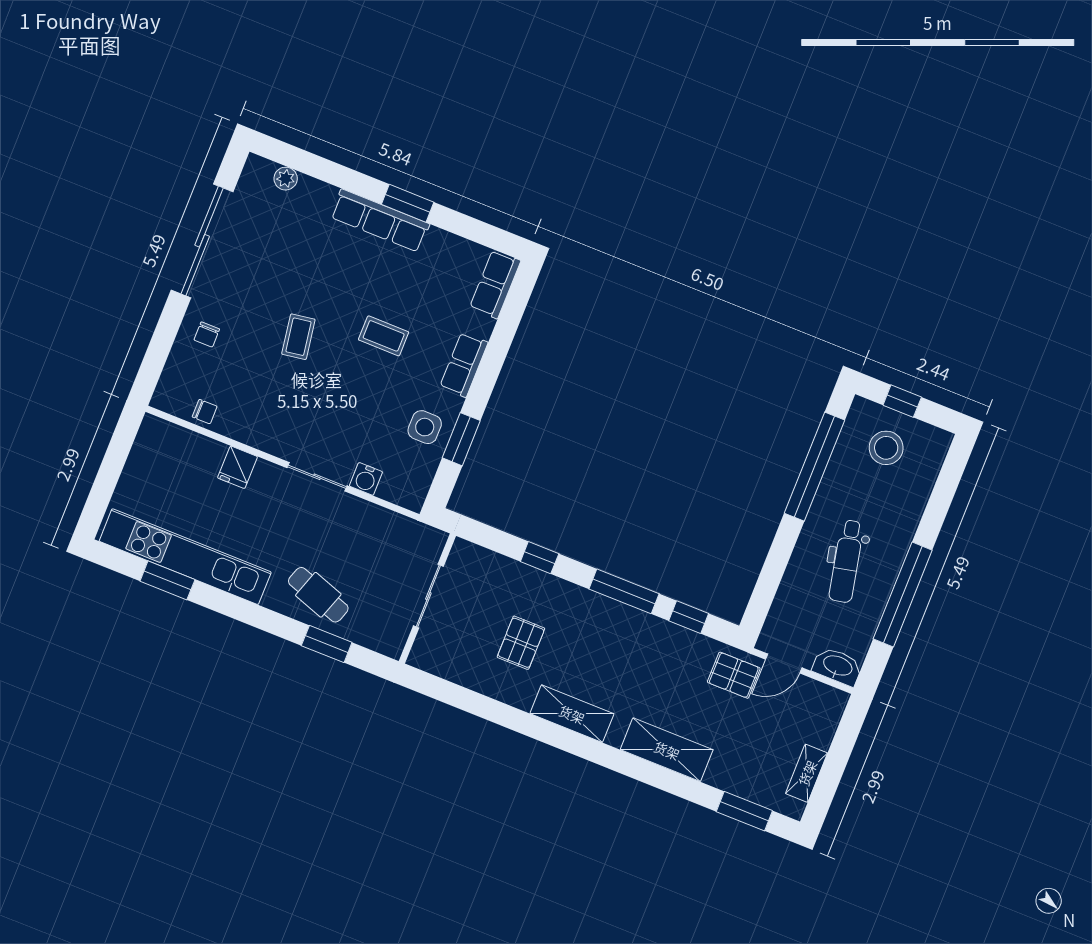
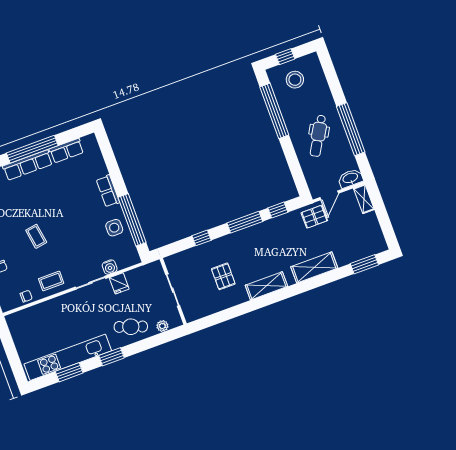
window: (408, 203) -> (32, 149), width x2.11
row of seats: (495, 284) -> (66, 151), moved, turned -90
coffee table: (384, 336) -> (51, 281), moved
window: (461, 439) -> (132, 220), width x2.11
fridge: (238, 467) -> (119, 283), moved
dental chair: (846, 561) -> (318, 136), turned 42
plant: (366, 636) -> (162, 326), added
window: (327, 644) -> (112, 357), moved
shelving: (807, 773) -> (364, 199), moved

